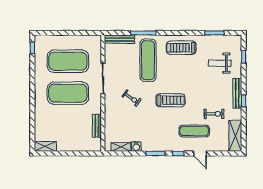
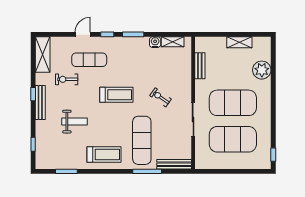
weight bench: (220, 63) -> (74, 122), moved
treadmill: (170, 100) -> (116, 95), turned 180
plant: (42, 122) -> (262, 70), added
shelving: (45, 146) -> (239, 42), moved
door: (200, 153) -> (83, 34), hinge flipped

